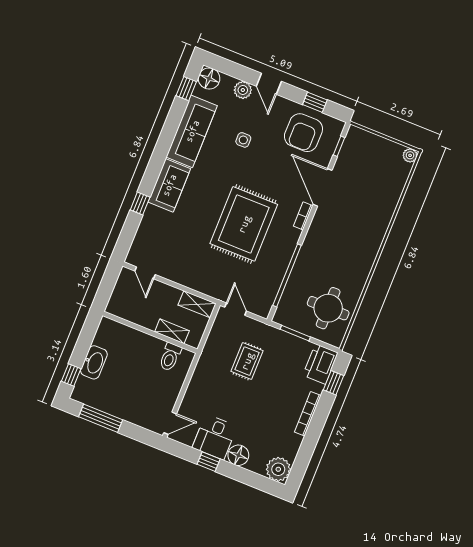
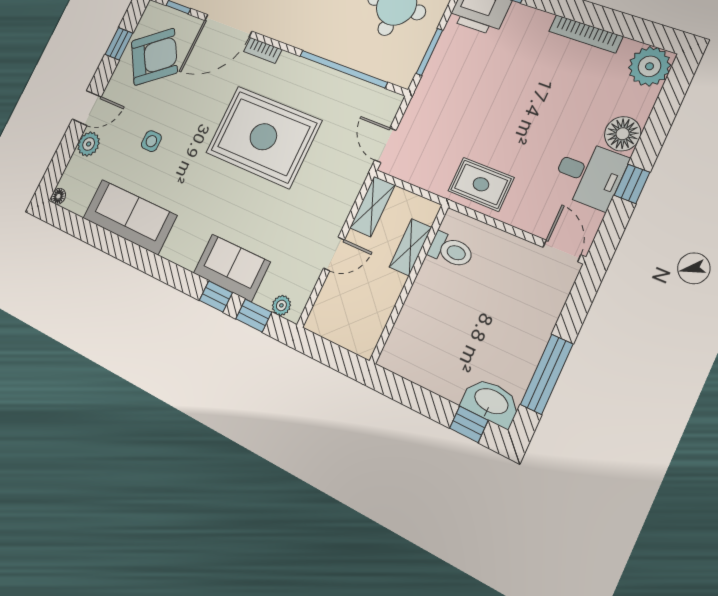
floor lamp: (209, 78) -> (58, 196), width x0.53, depth x0.53
window: (186, 89) -> (254, 316), moved
armchair: (303, 133) -> (154, 57), turned -35
sofa: (169, 185) -> (232, 268), moved
plant: (135, 250) -> (281, 305), added
door: (145, 273) -> (334, 254), moved
door: (236, 309) -> (385, 145), hinge flipped
rug: (247, 361) -> (481, 184), moved
washbasin: (94, 362) -> (491, 402), moved
bookcase: (308, 414) -> (586, 34), moved

